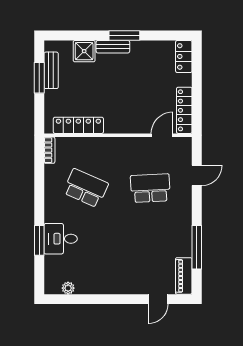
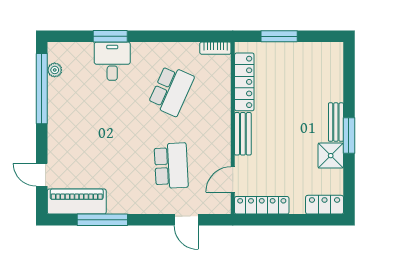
shower: (84, 51) -> (331, 156), moved
bench: (51, 70) -> (243, 134), moved, turned 90
window: (39, 78) -> (279, 36), moved
door: (162, 135) -> (233, 179), swing flipped
piano: (184, 276) -> (77, 202), width x1.37, depth x1.33
window: (84, 299) -> (42, 89), added

